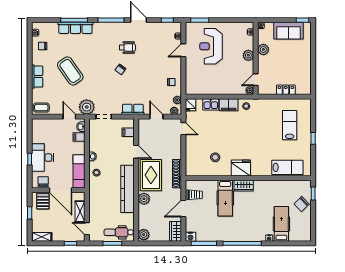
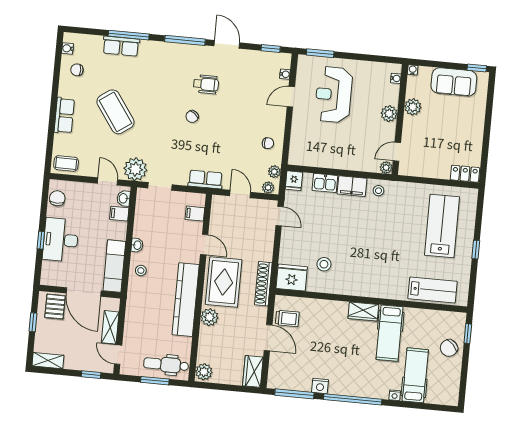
row of seats: (75, 28) -> (121, 46), width x0.68
locker: (286, 90) -> (465, 174), moved
lab bench: (290, 125) -> (442, 226), width x1.36, depth x1.39
fridge: (241, 168) -> (292, 278), moved
chair: (43, 182) -> (57, 198), moved
hospital bed: (225, 198) -> (390, 333), moved
door: (183, 209) -> (268, 338), swing flipped
nightstand: (190, 237) -> (320, 386), moved

